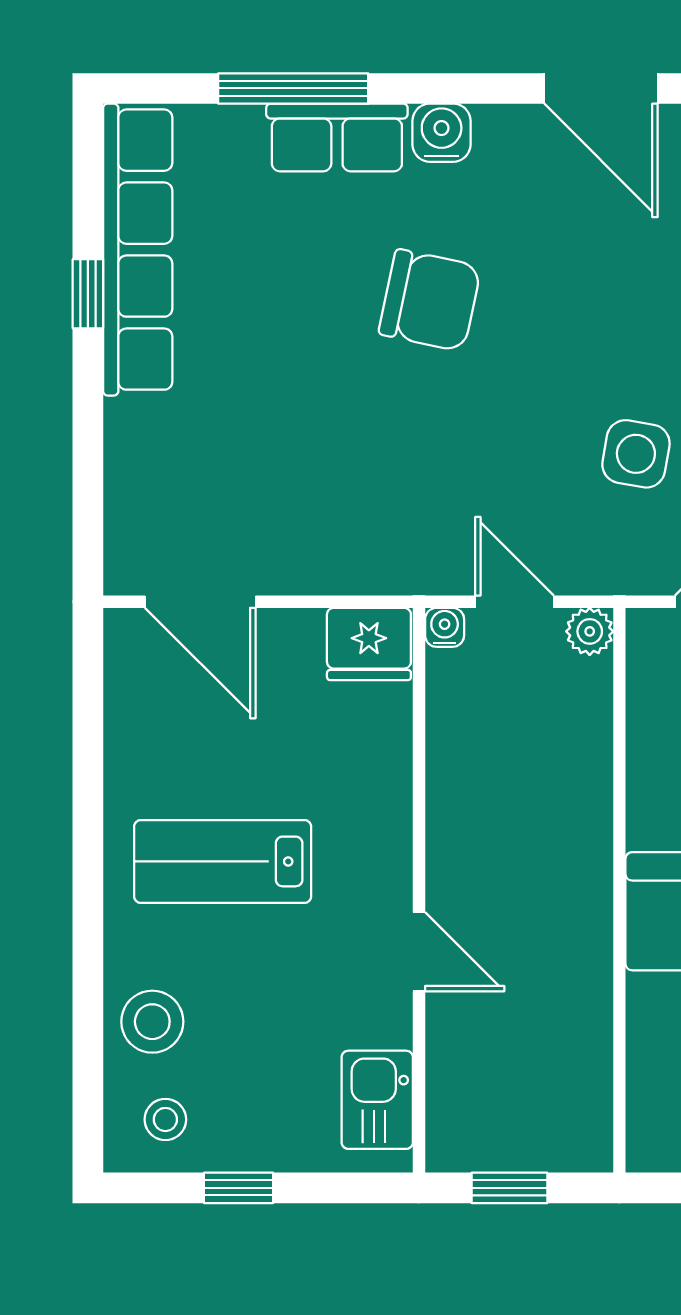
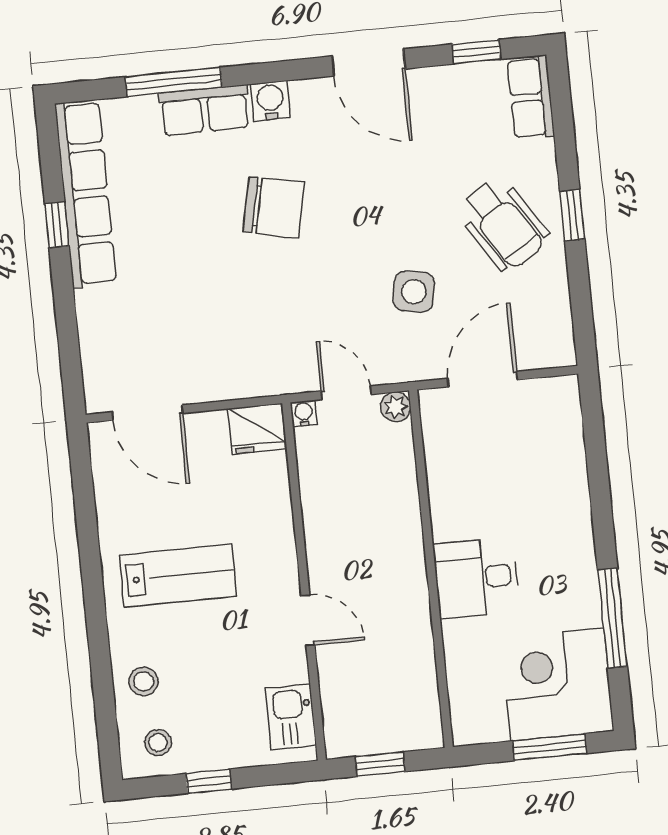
lab bench: (223, 861) -> (178, 576), turned 180
stool: (152, 1022) -> (144, 681), width x0.73, depth x0.73

